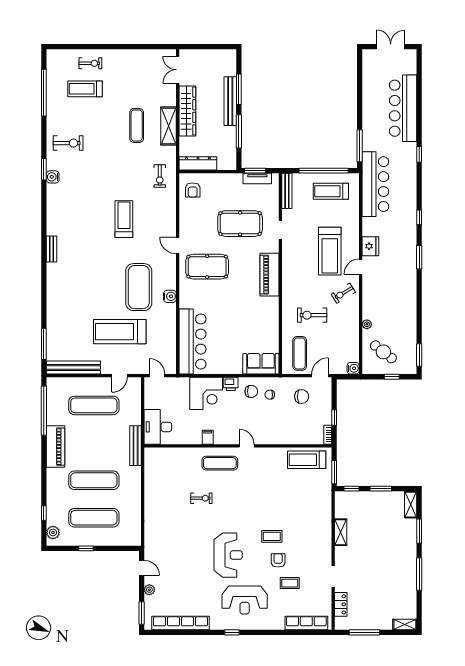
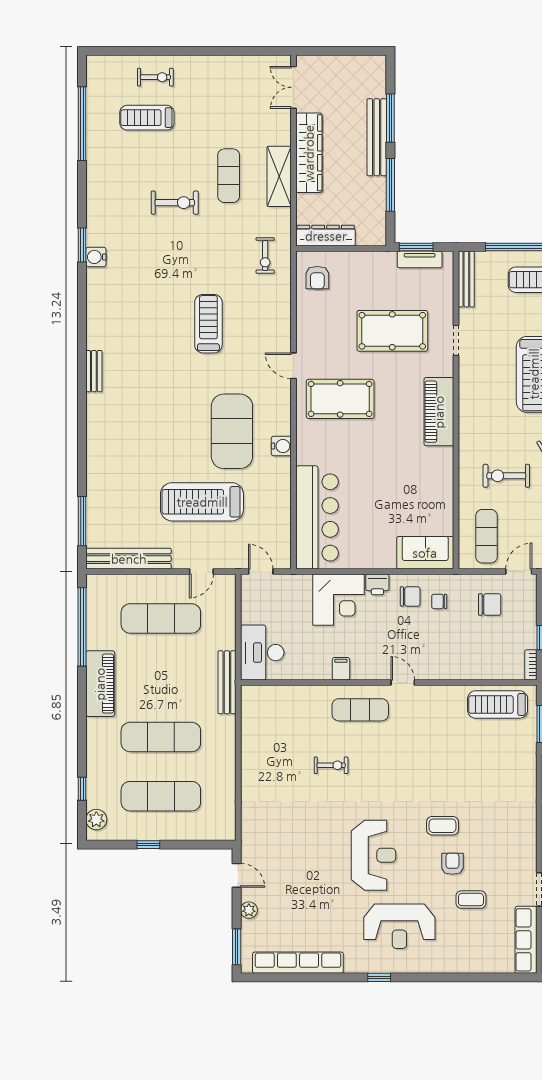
exercise bike: (68, 143) -> (175, 203), moved
row of seats: (306, 623) -> (526, 940), moved, turned -90

